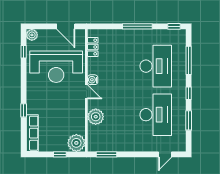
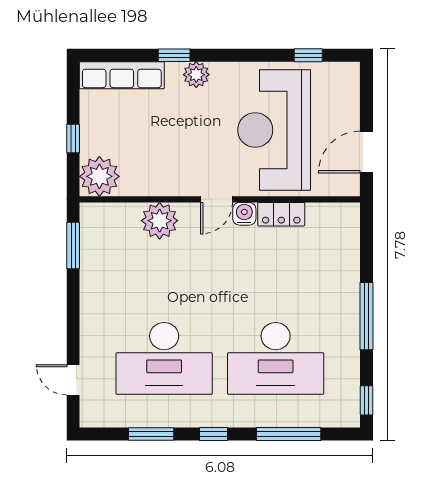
plant: (32, 35) -> (196, 75), moved
locker: (93, 47) -> (281, 214), moved

